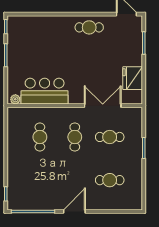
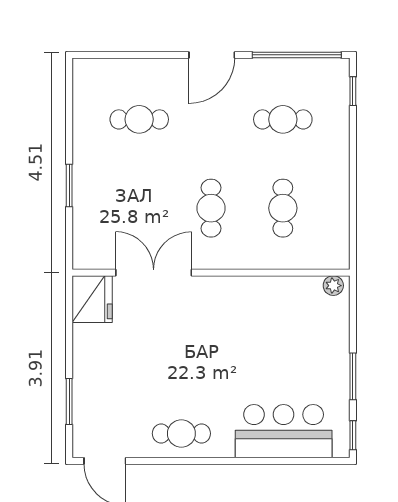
fridge: (133, 78) -> (92, 299), moved
bar counter: (45, 91) -> (284, 431), moved, turned 180
double door: (103, 106) -> (154, 273), swing flipped
cafe table: (110, 137) -> (283, 119), moved

